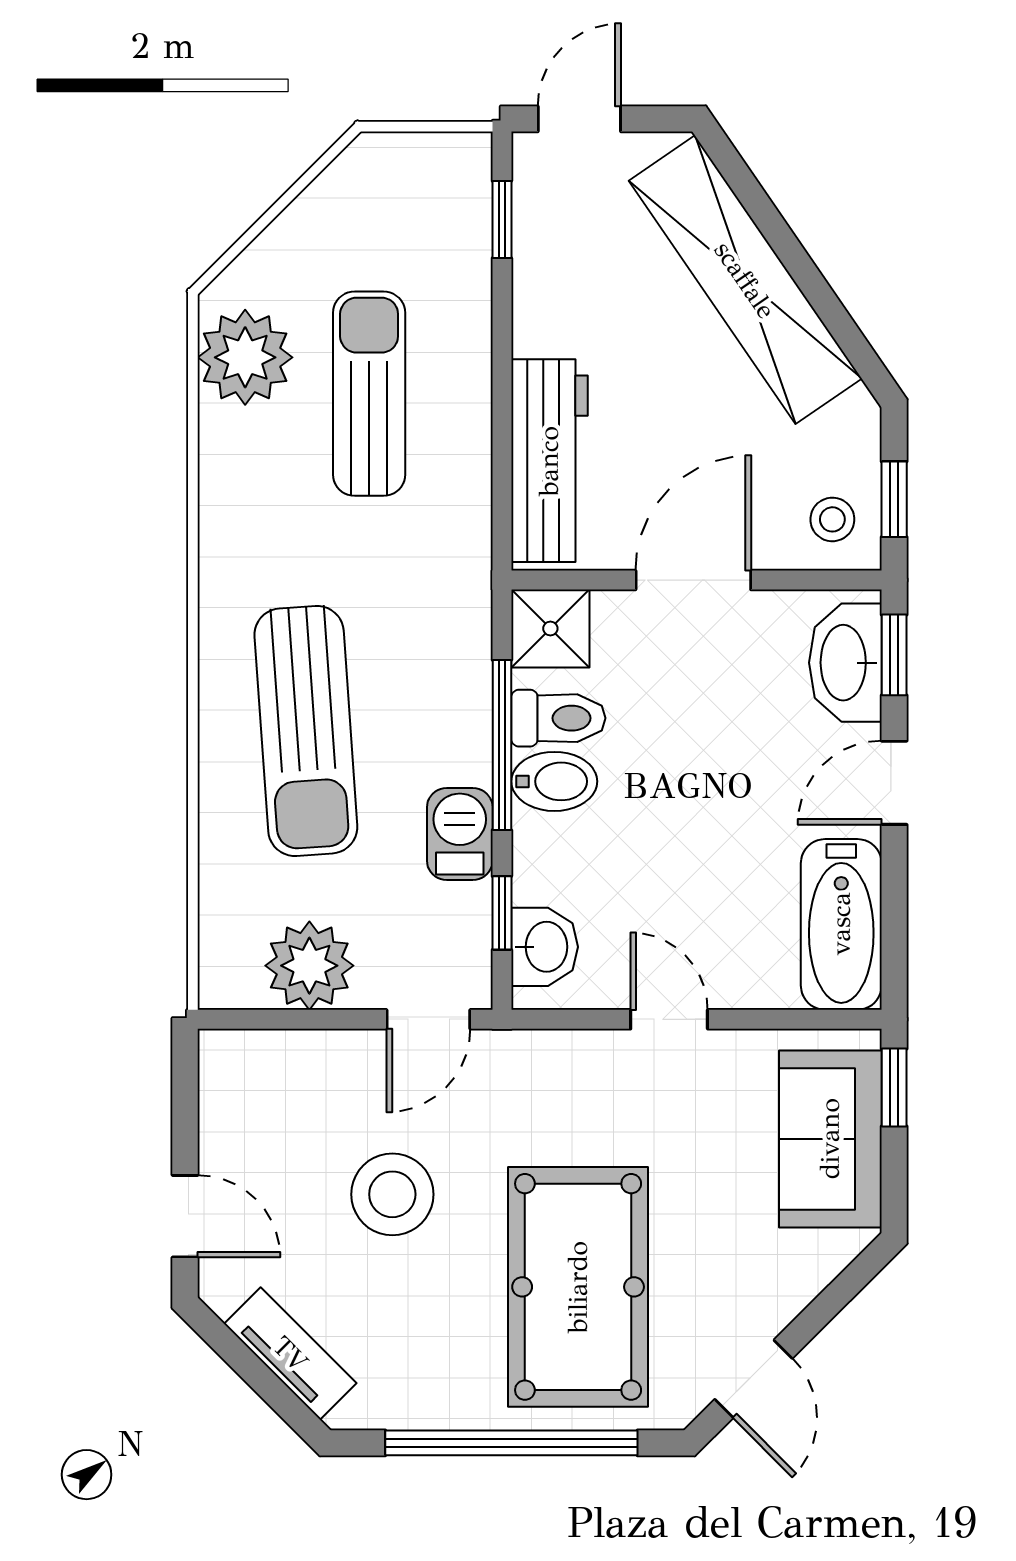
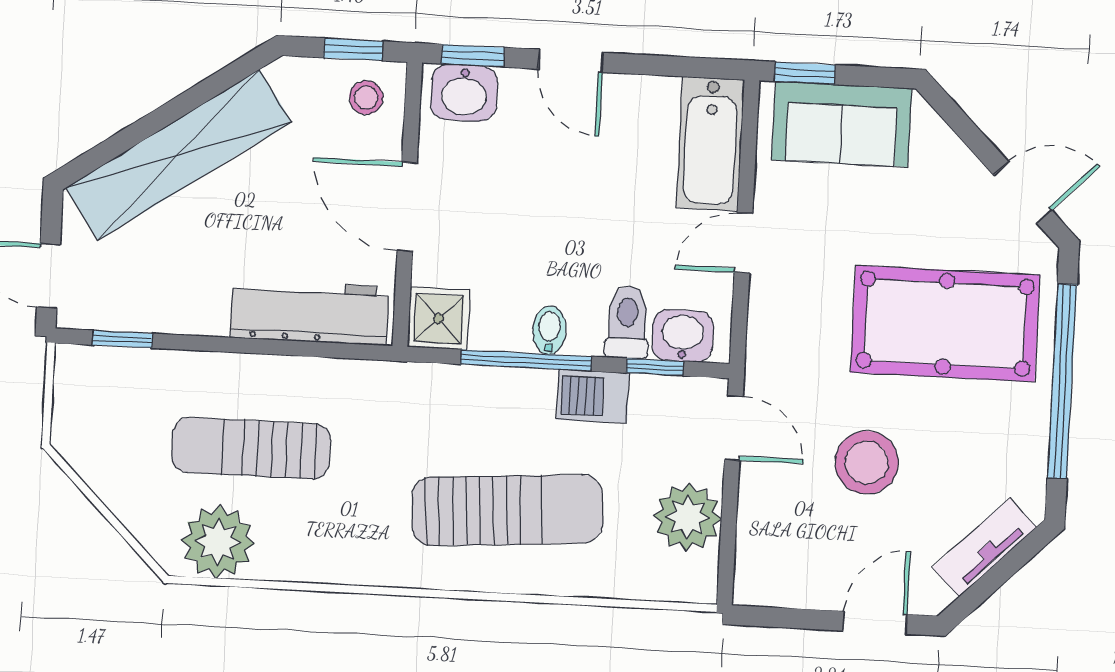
washbasin: (845, 663) -> (464, 93), width x0.72
toilet: (558, 718) -> (627, 322), moved
bidet: (554, 781) -> (549, 330), width x0.72, depth x0.74
bathtub: (841, 924) -> (710, 144), moved, turned 90

